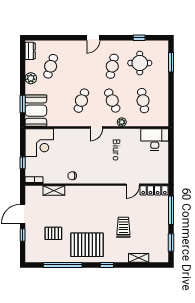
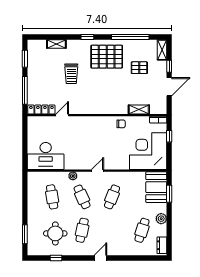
desk: (155, 139) -> (46, 156), width x1.36, depth x1.30
corner desk: (39, 143) -> (148, 151), width x1.36, depth x1.36
shelving: (30, 252) -> (162, 50), added

